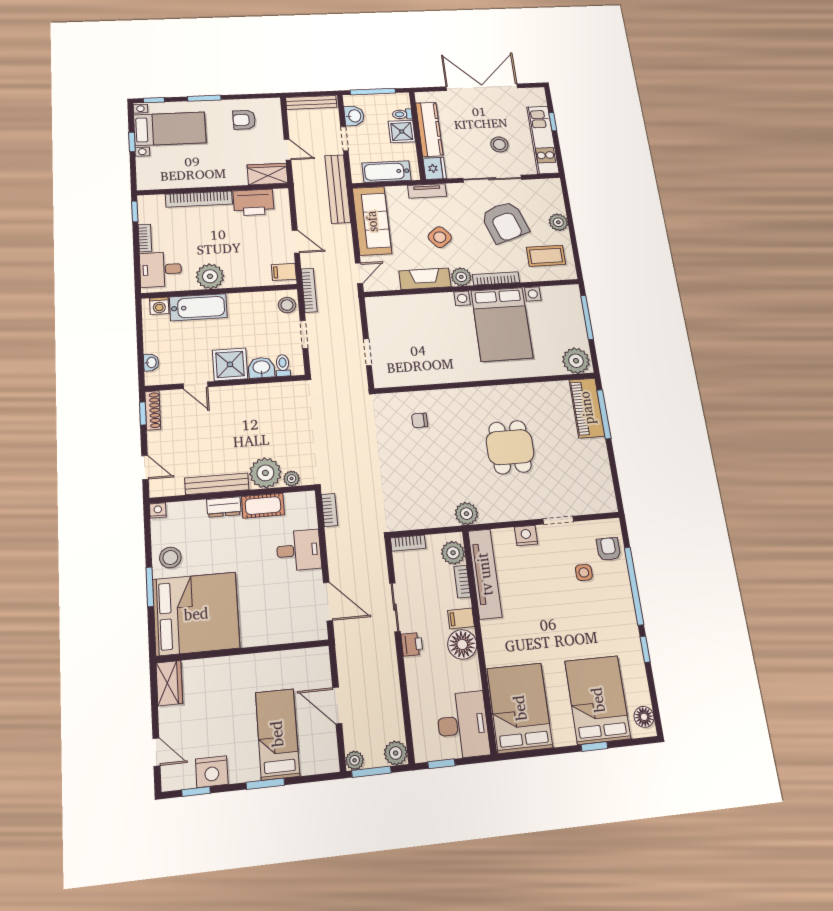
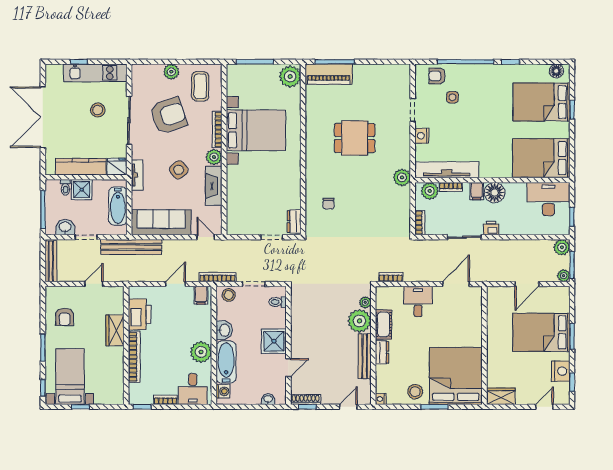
wardrobe: (267, 174) -> (115, 330), moved
washbasin: (261, 368) -> (224, 330), moved, turned 180
dresser: (391, 379) -> (294, 222), added
bed: (277, 734) -> (541, 332), width x1.50

